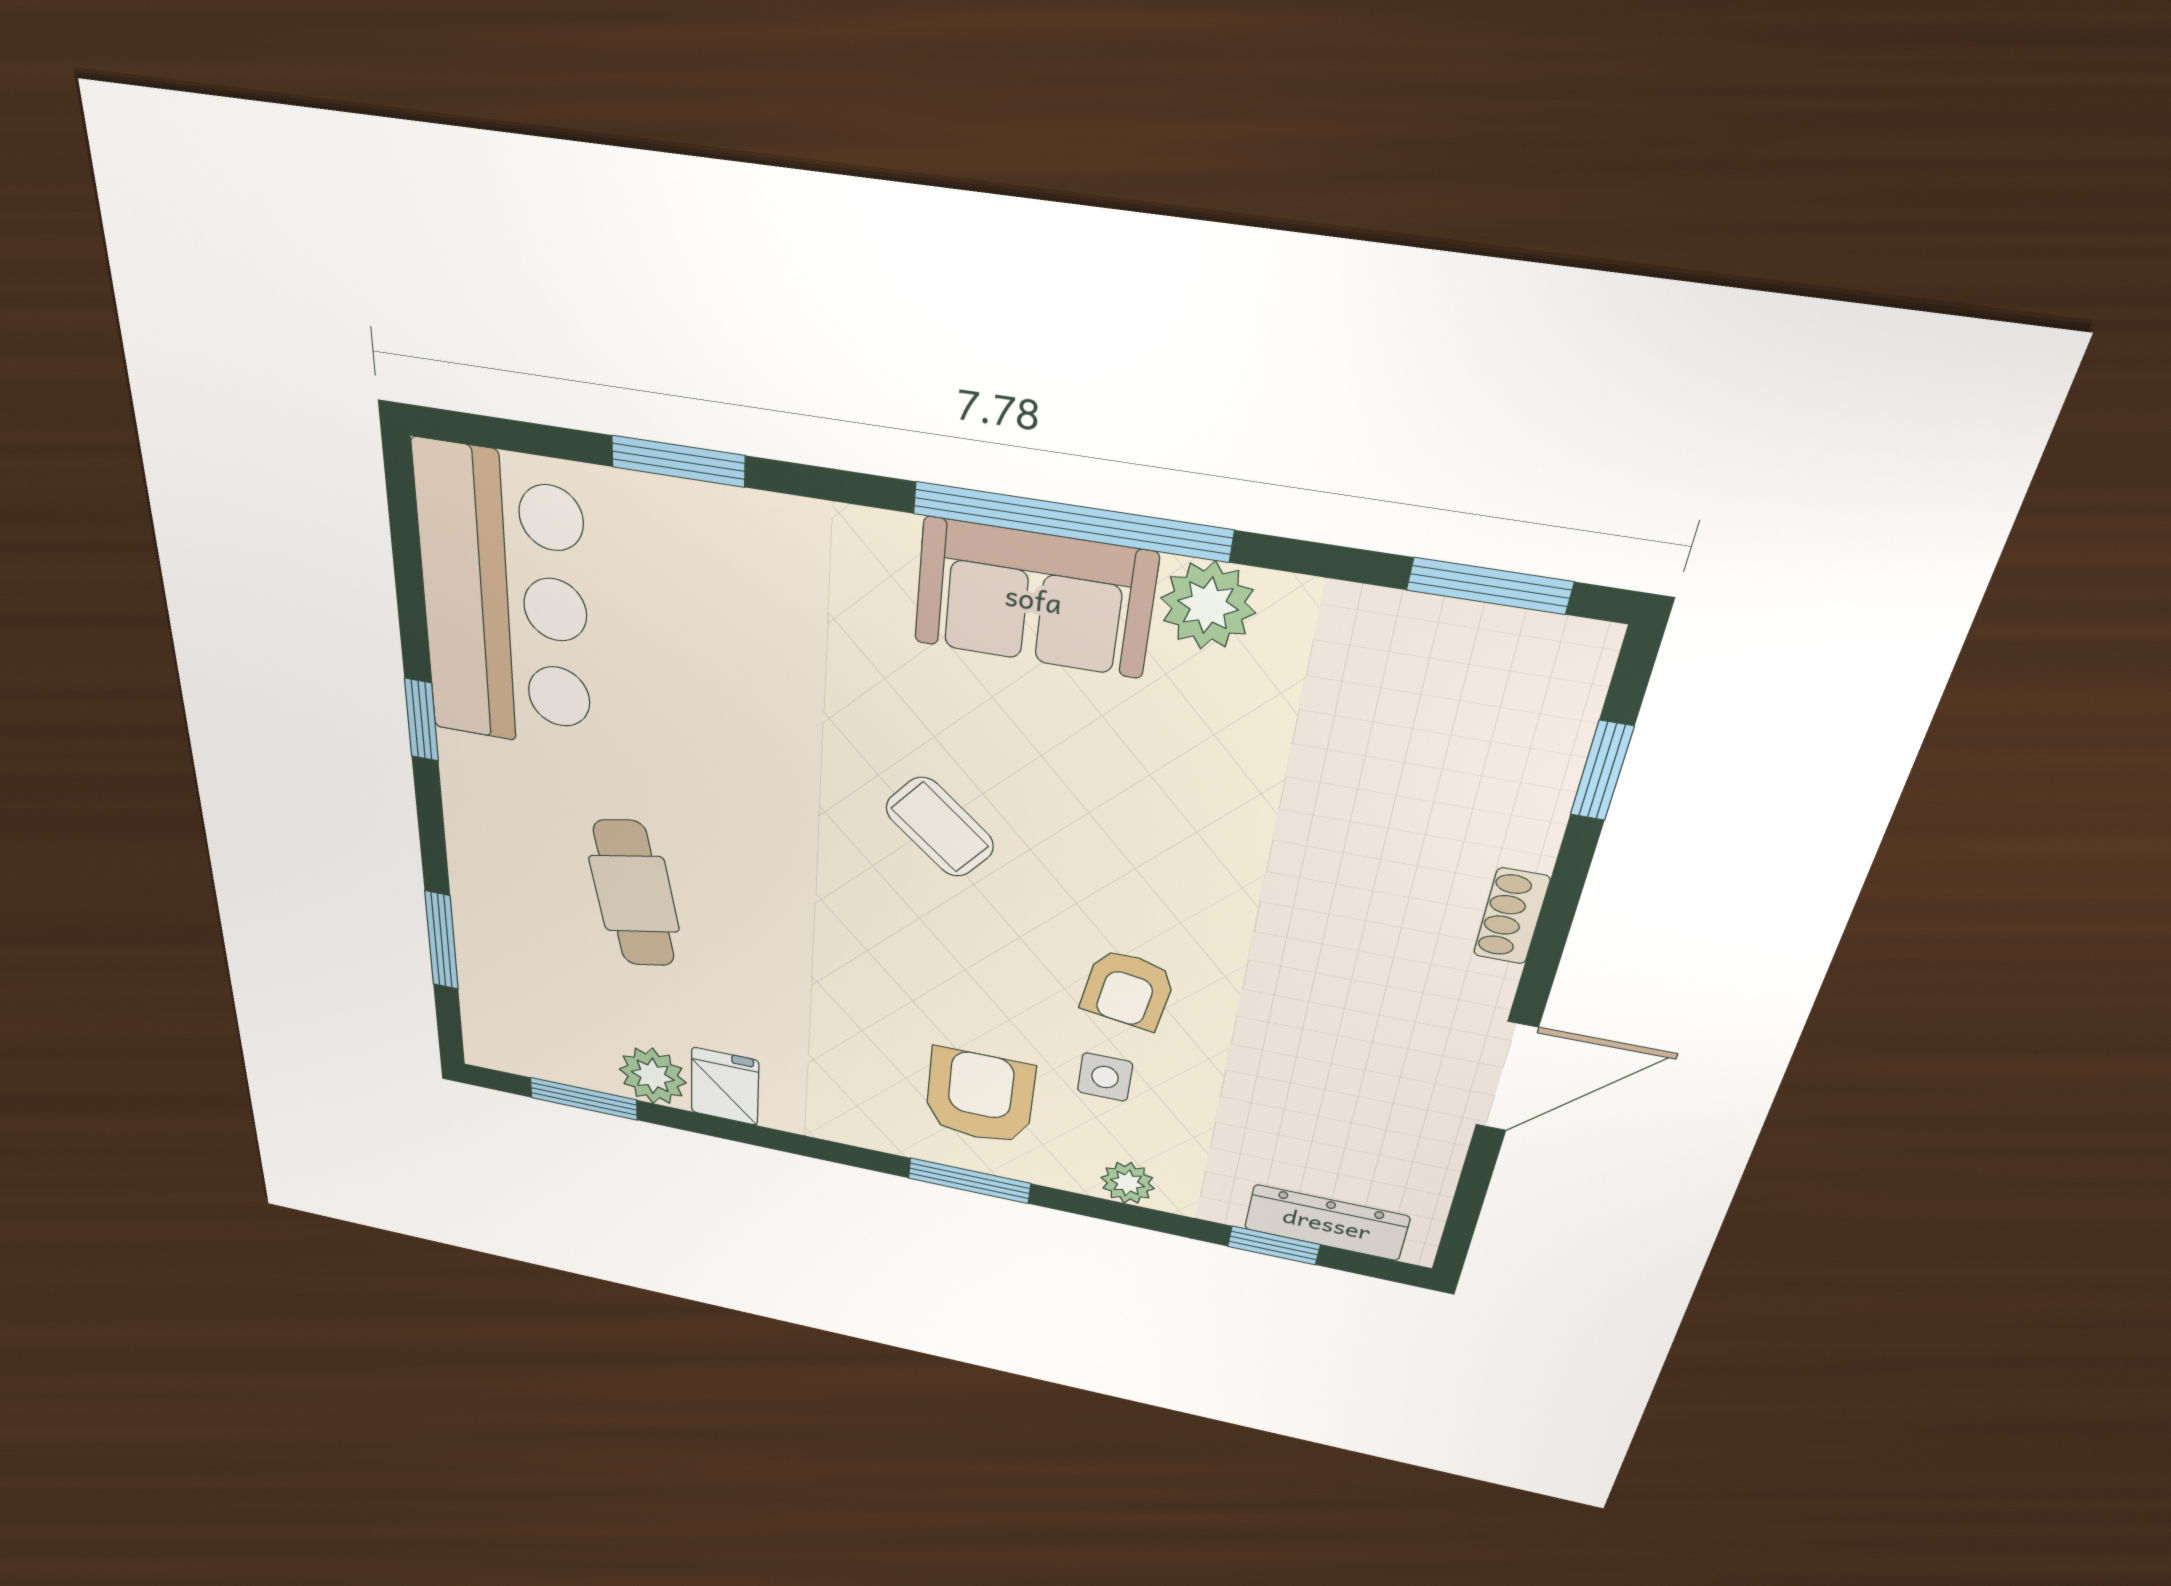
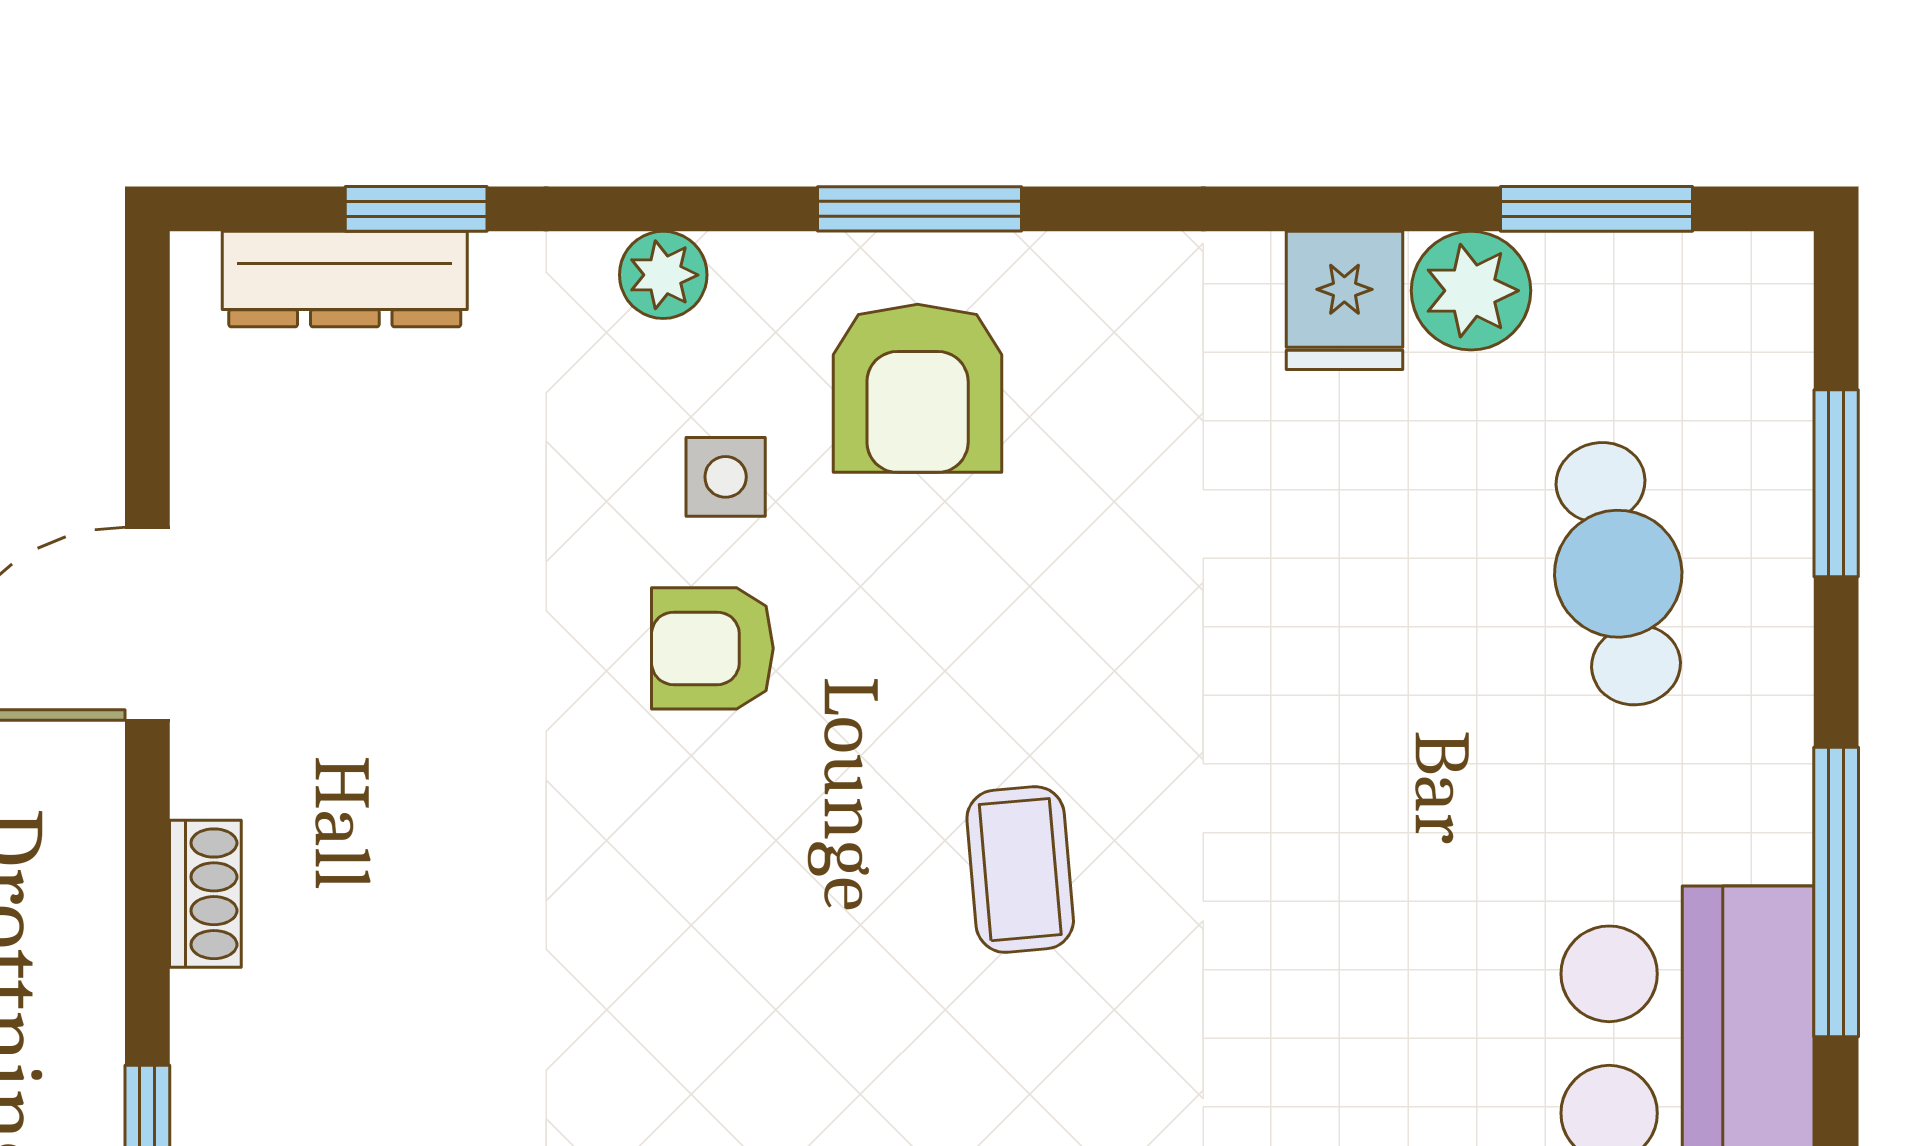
window: (422, 720) -> (1836, 892), width x2.17
coffee table: (940, 827) -> (1020, 870), turned 45
cafe table: (634, 894) -> (1618, 574), moved
armchair: (1128, 989) -> (712, 648), turned -99

